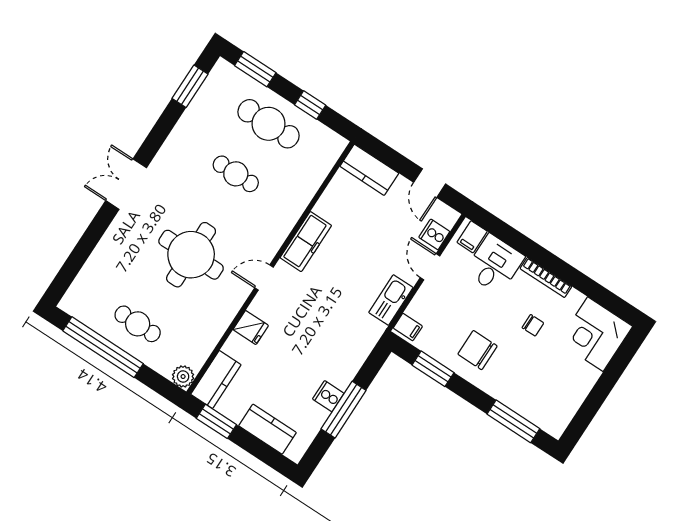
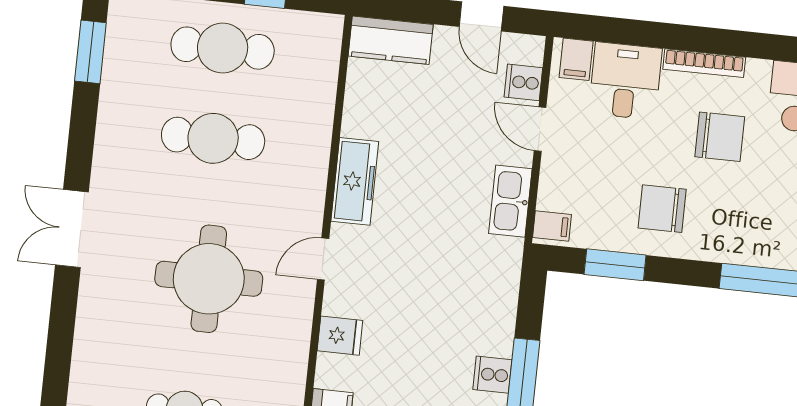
cafe table: (236, 174) -> (213, 138), width x1.37, depth x1.35
chair: (533, 325) -> (720, 137), width x1.87, depth x1.87

